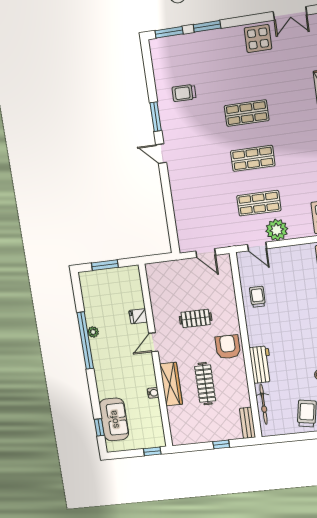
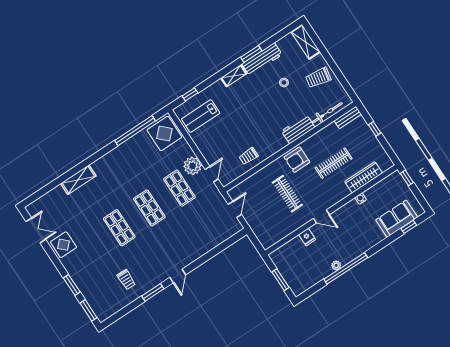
clothes rail: (196, 318) -> (287, 194), width x1.36
wardrobe: (171, 384) -> (364, 177), moved

